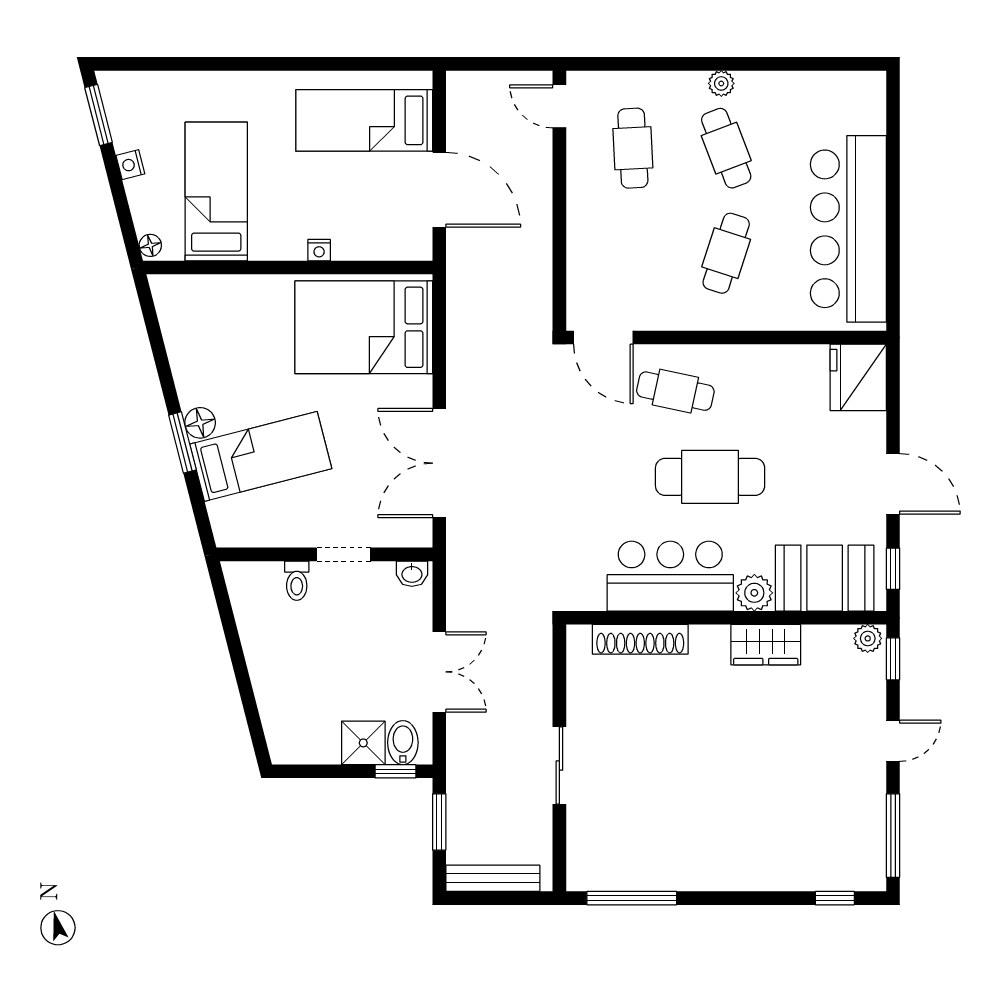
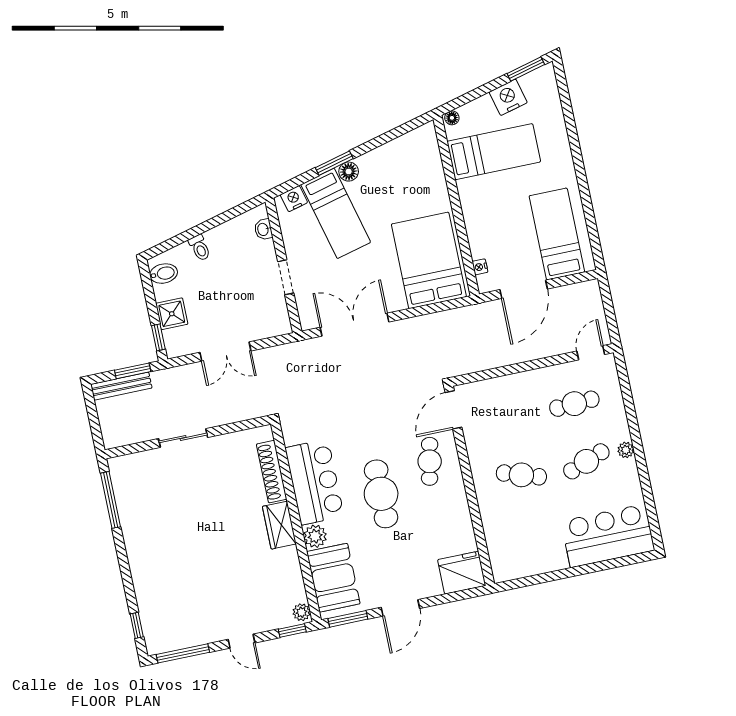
nightstand: (130, 165) -> (508, 97), width x1.89, depth x1.79
bar counter: (848, 229) -> (608, 536), moved, width x0.73
nightstand: (319, 250) -> (480, 267), moved
nightstand: (224, 516) -> (294, 199), added
window: (893, 569) -> (348, 619), width x1.50
washbasin: (412, 574) -> (263, 229), moved
toilet: (297, 581) -> (200, 248), moved, turned -104
wardrobe: (766, 645) -> (279, 525), moved
bidet: (403, 743) -> (164, 274), moved
bench: (493, 878) -> (121, 386), moved, turned 90

